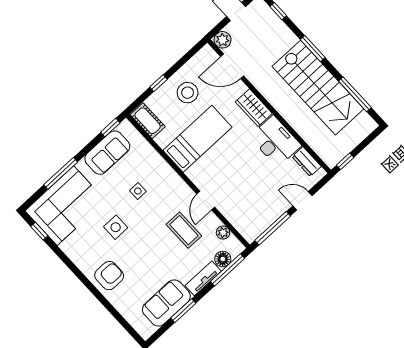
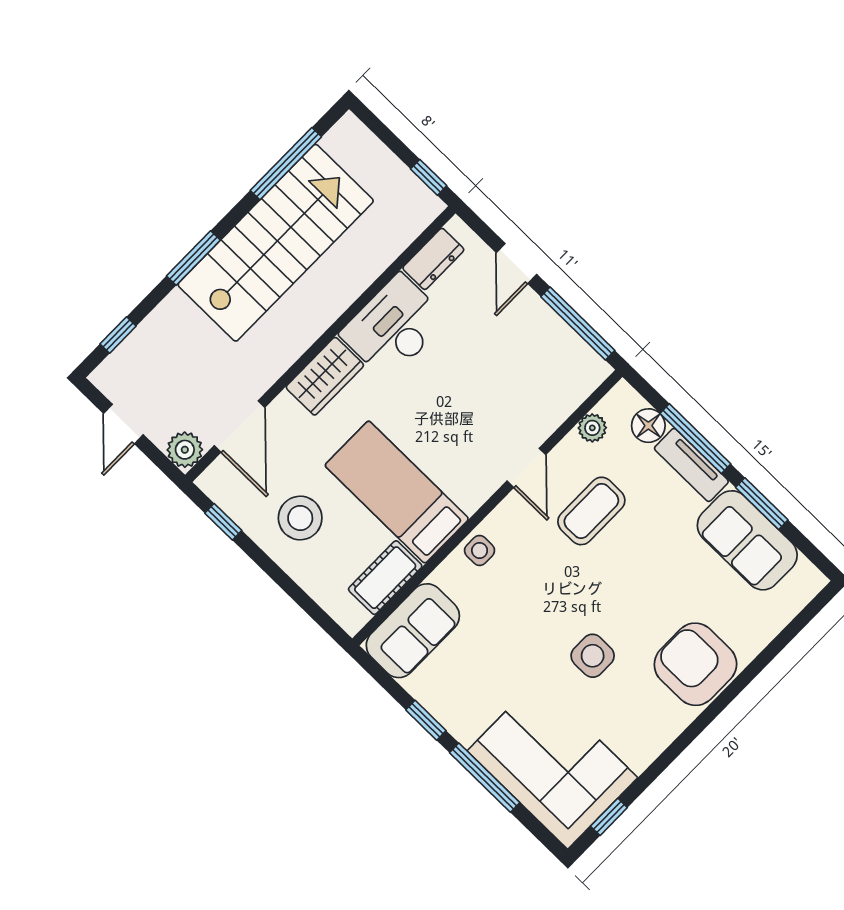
window: (158, 83) -> (223, 522), moved
cot: (148, 121) -> (385, 578), moved
window: (110, 128) -> (426, 720), moved
sofa: (107, 153) -> (413, 631), moved, turned 90
side table: (138, 191) -> (480, 550), moved
door: (206, 200) -> (526, 468), hinge flipped
window: (227, 270) -> (695, 439), moved
armchair: (109, 276) -> (695, 664), width x1.36, depth x1.36

